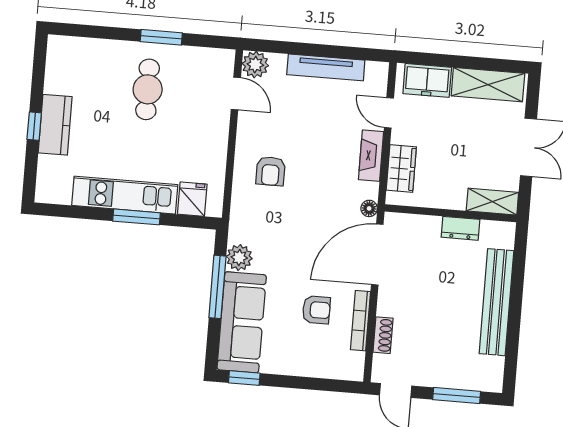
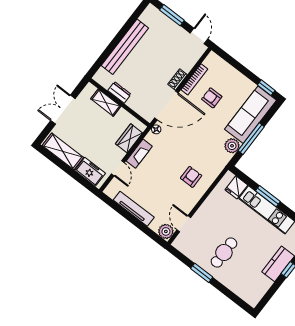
shelving: (492, 202) -> (106, 103), moved
shoe rack: (383, 335) -> (178, 79), moved

